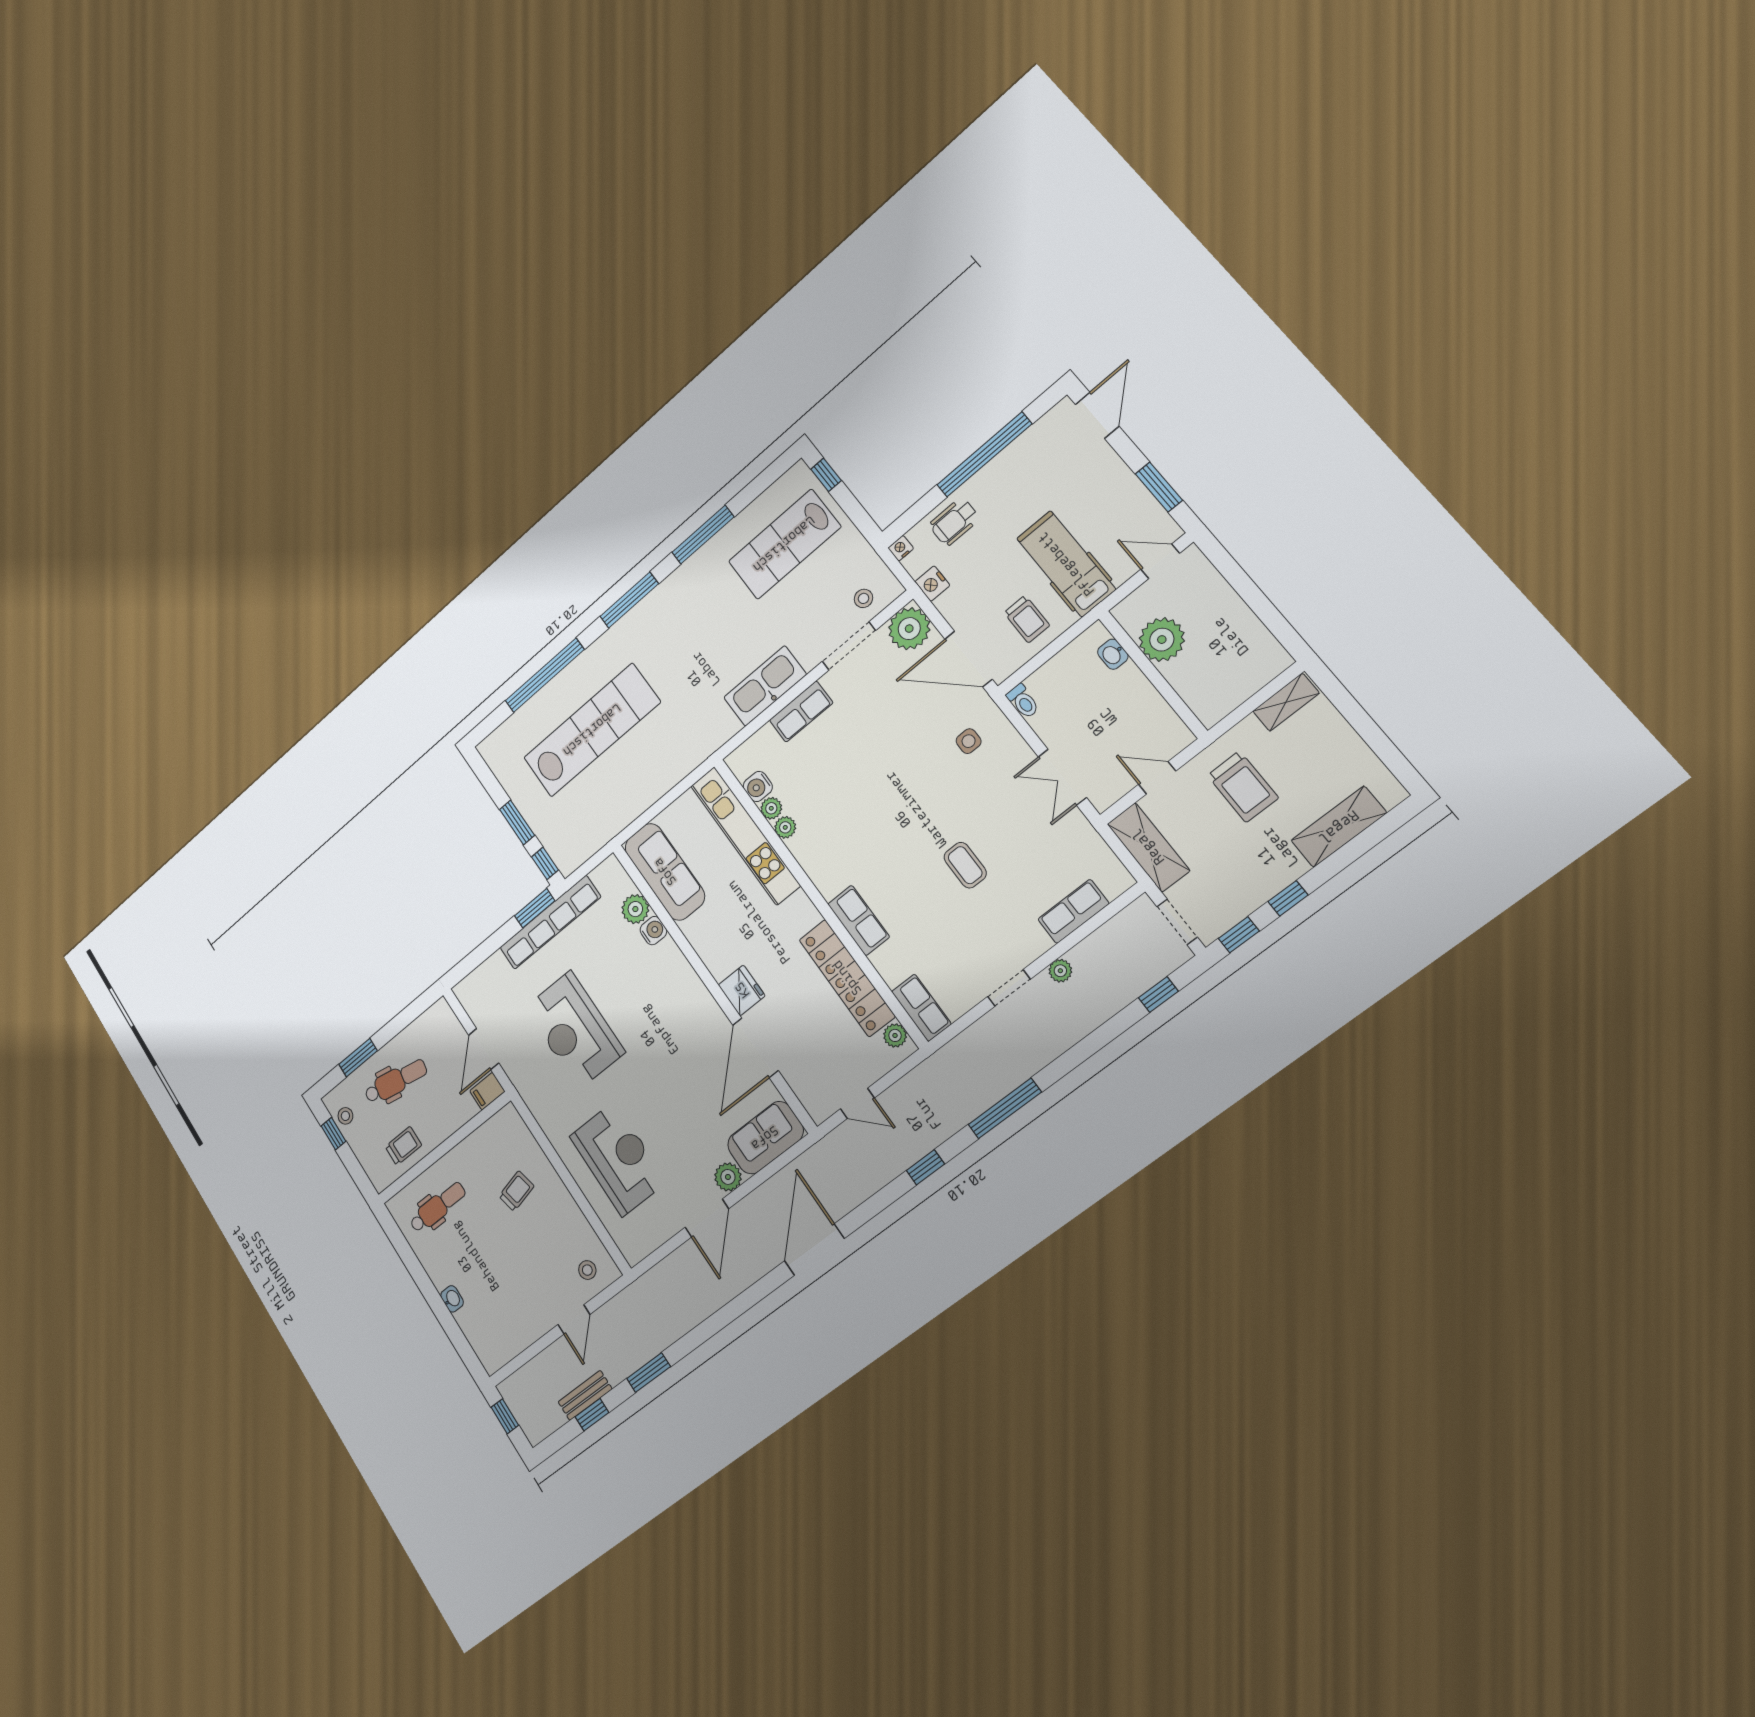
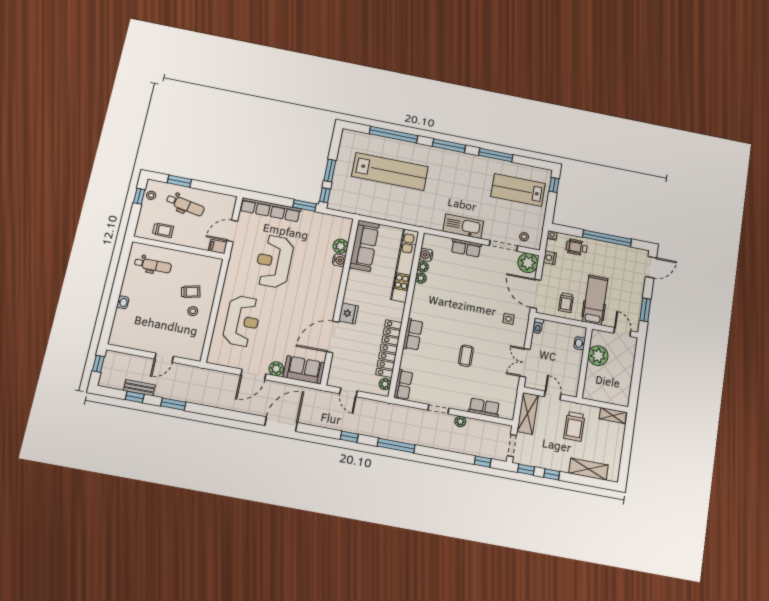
row of seats: (550, 922) -> (270, 210), moved
stool: (587, 1270) -> (193, 311), moved

